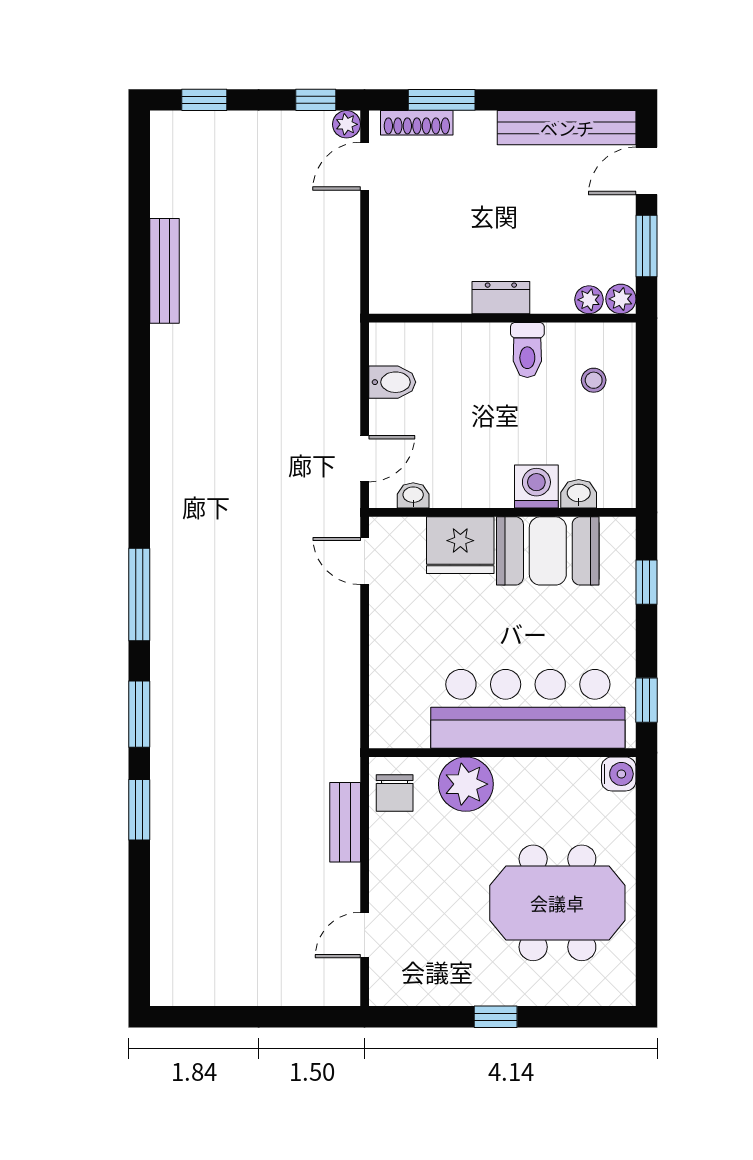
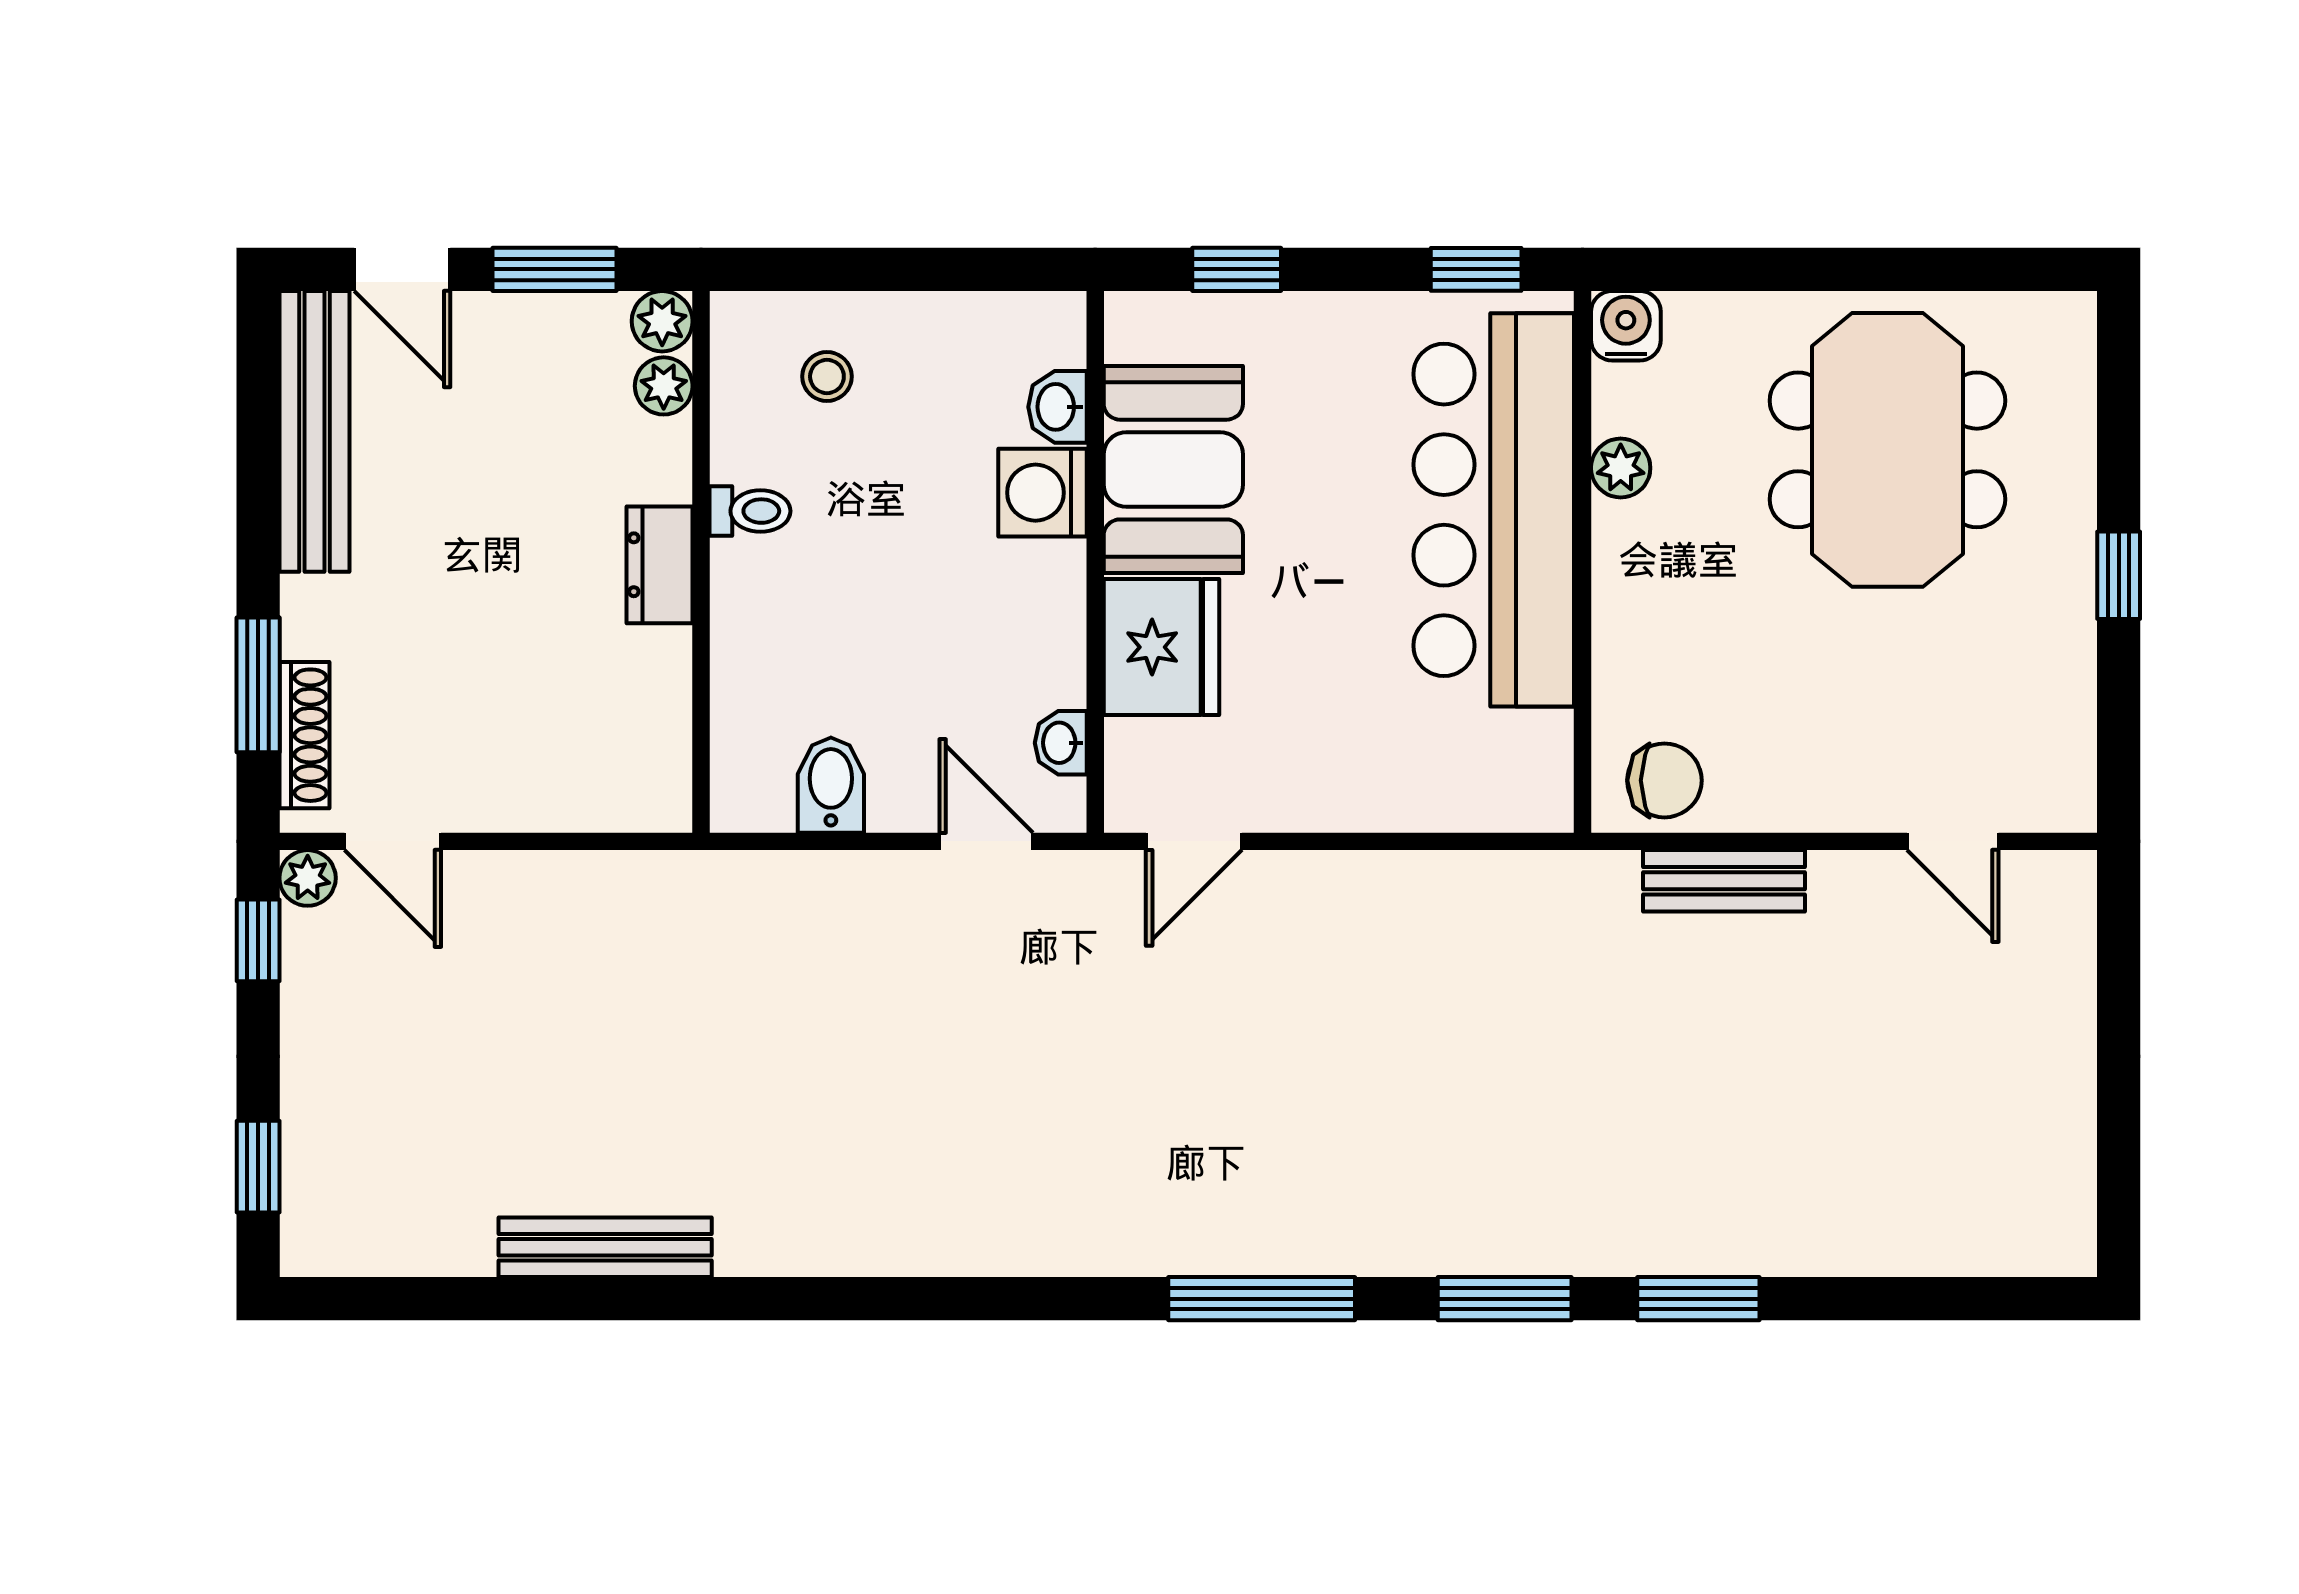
toilet: (527, 350) -> (750, 511), width x0.73, depth x0.72
plant: (466, 784) -> (1621, 468), moved, width x0.53, depth x0.53

